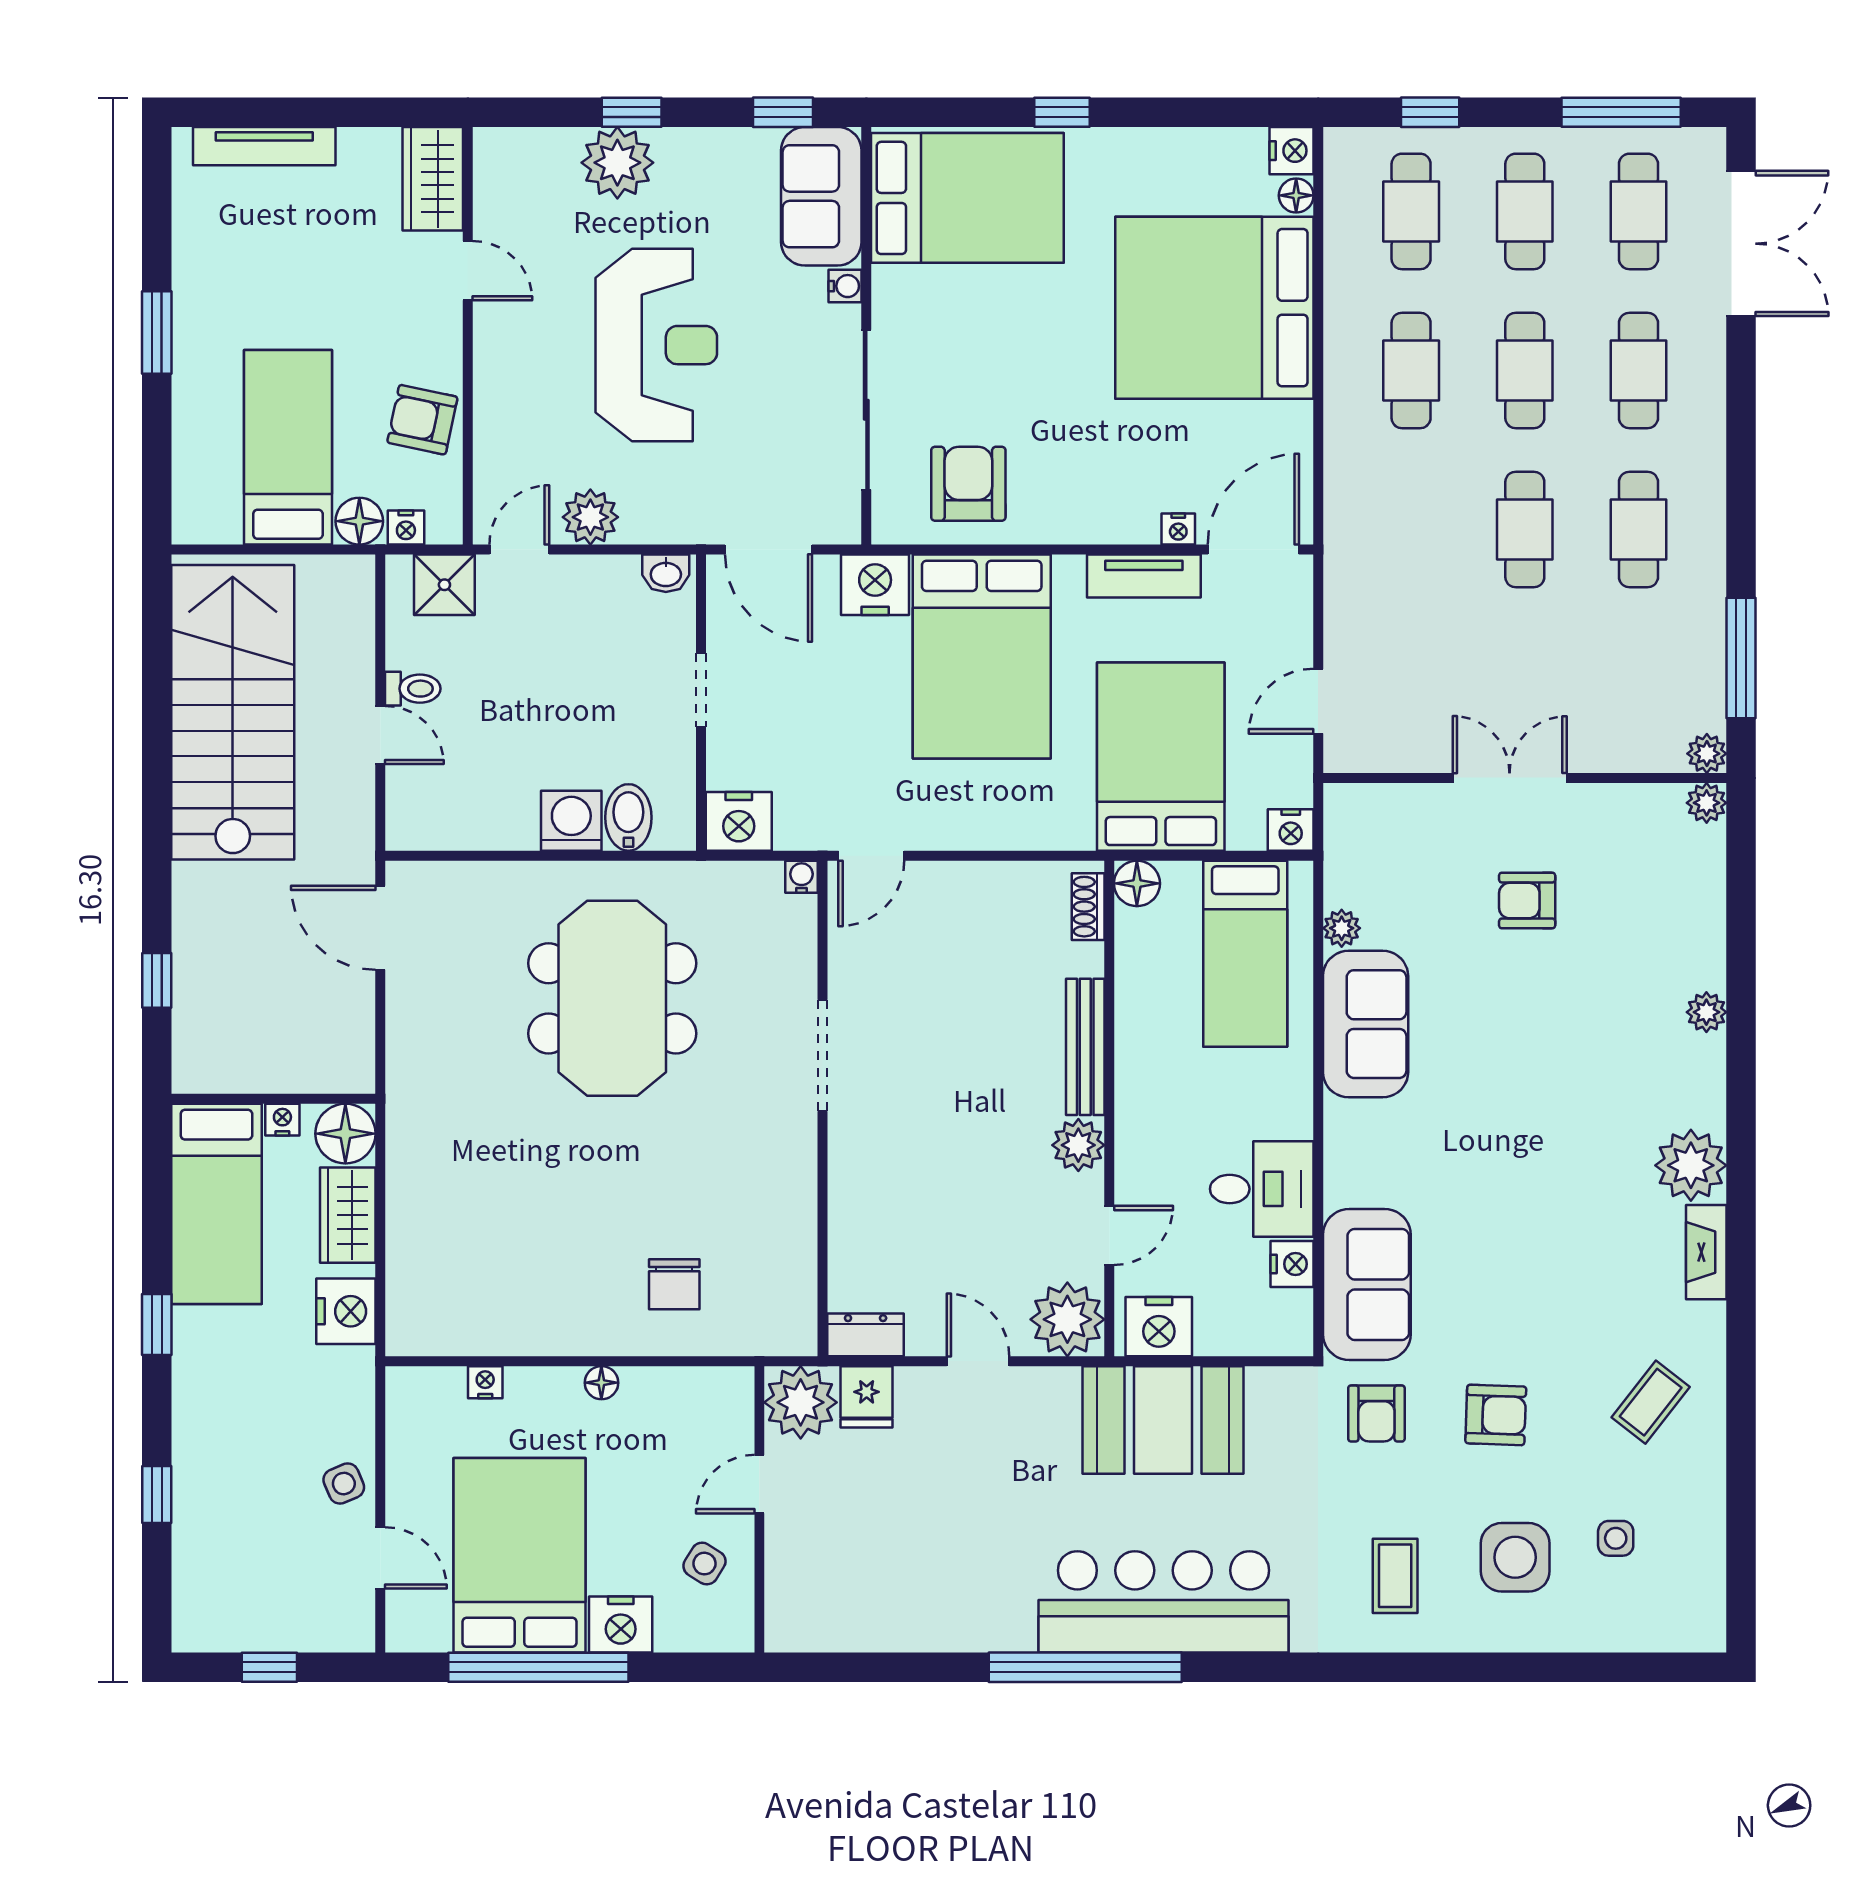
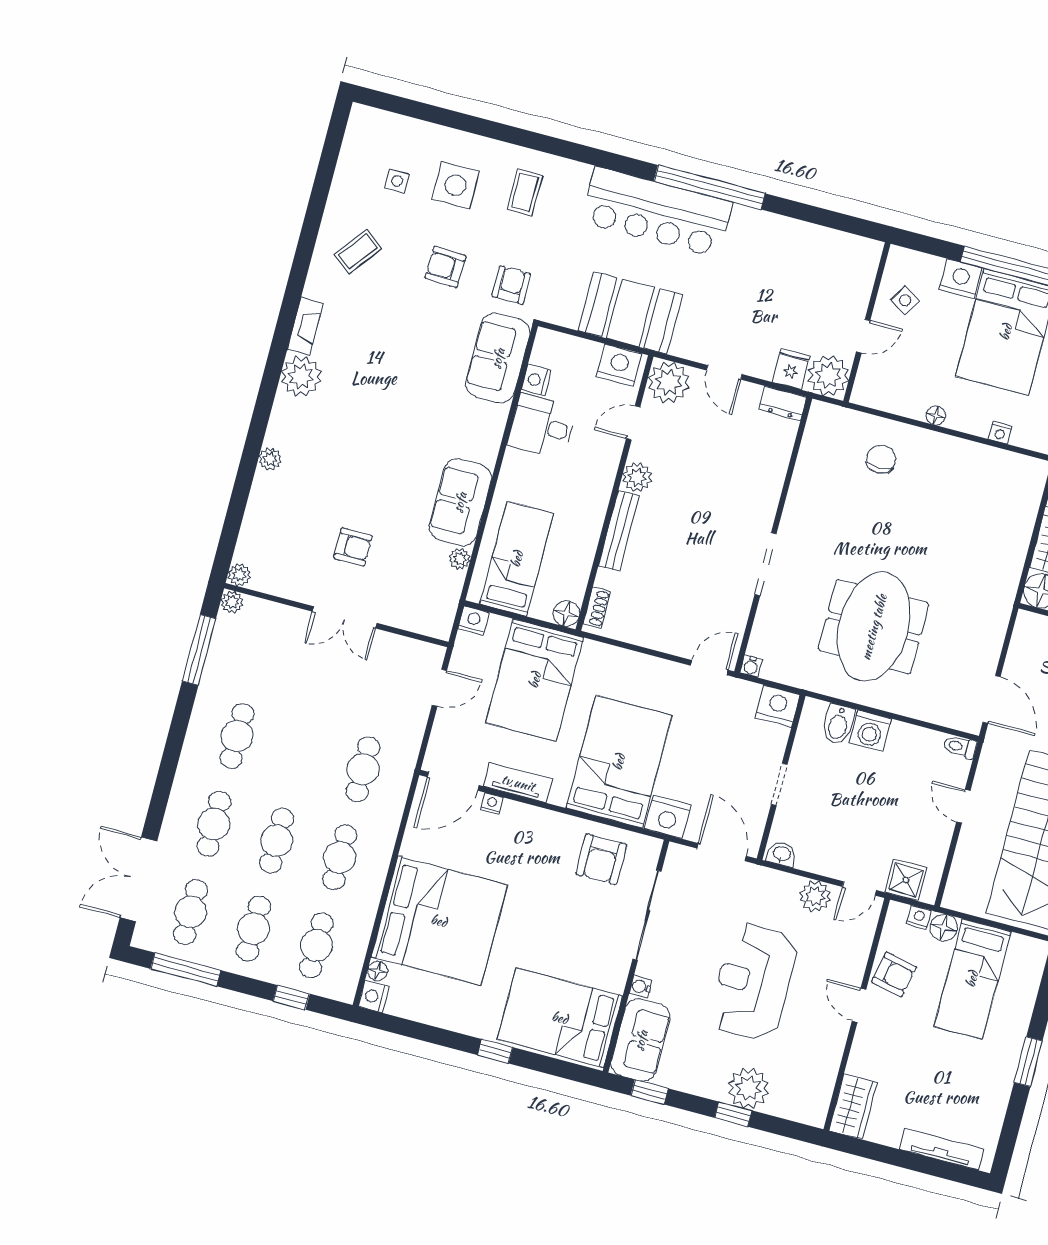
door: (468, 271) -> (859, 1005), moved
cafe table: (1525, 529) -> (363, 769), moved
toilet: (413, 689) -> (960, 747), moved

